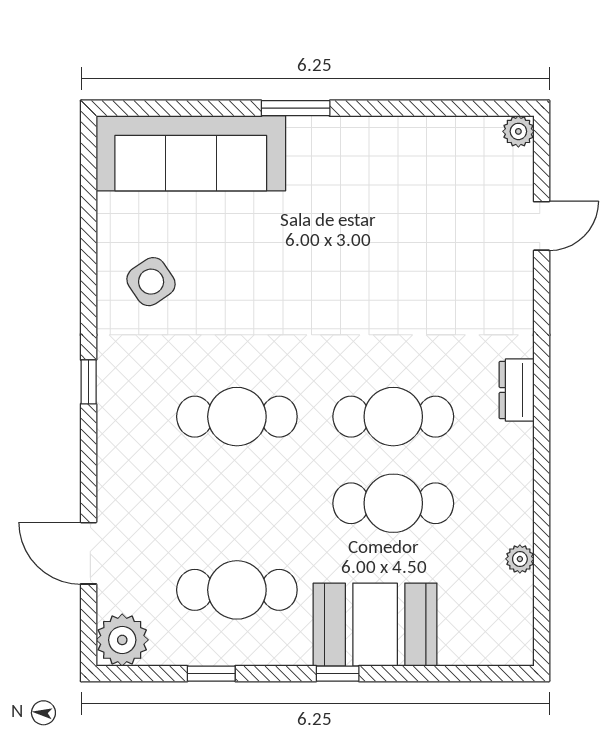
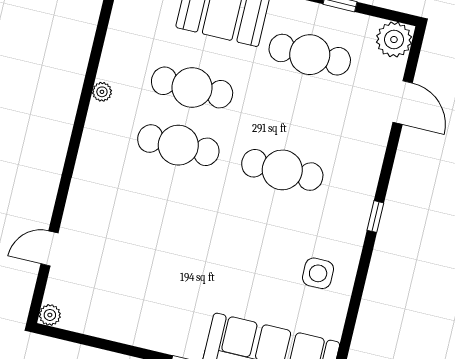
side table: (151, 282) -> (318, 273), turned 34
dresser: (517, 390) -> (92, 143), removed
plant: (520, 559) -> (102, 92), moved

